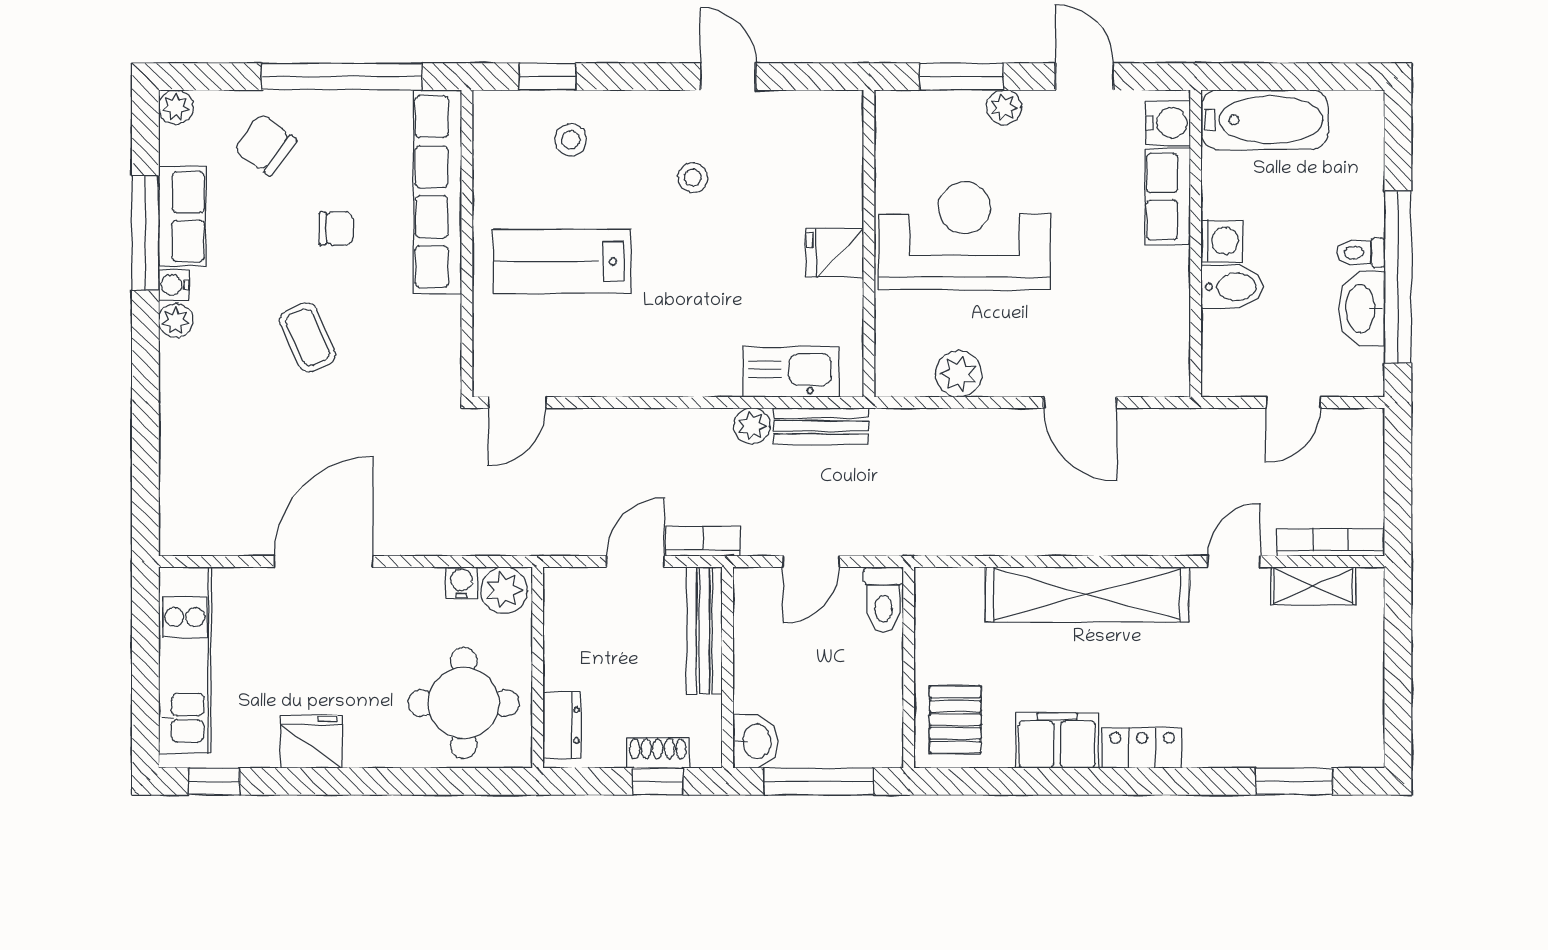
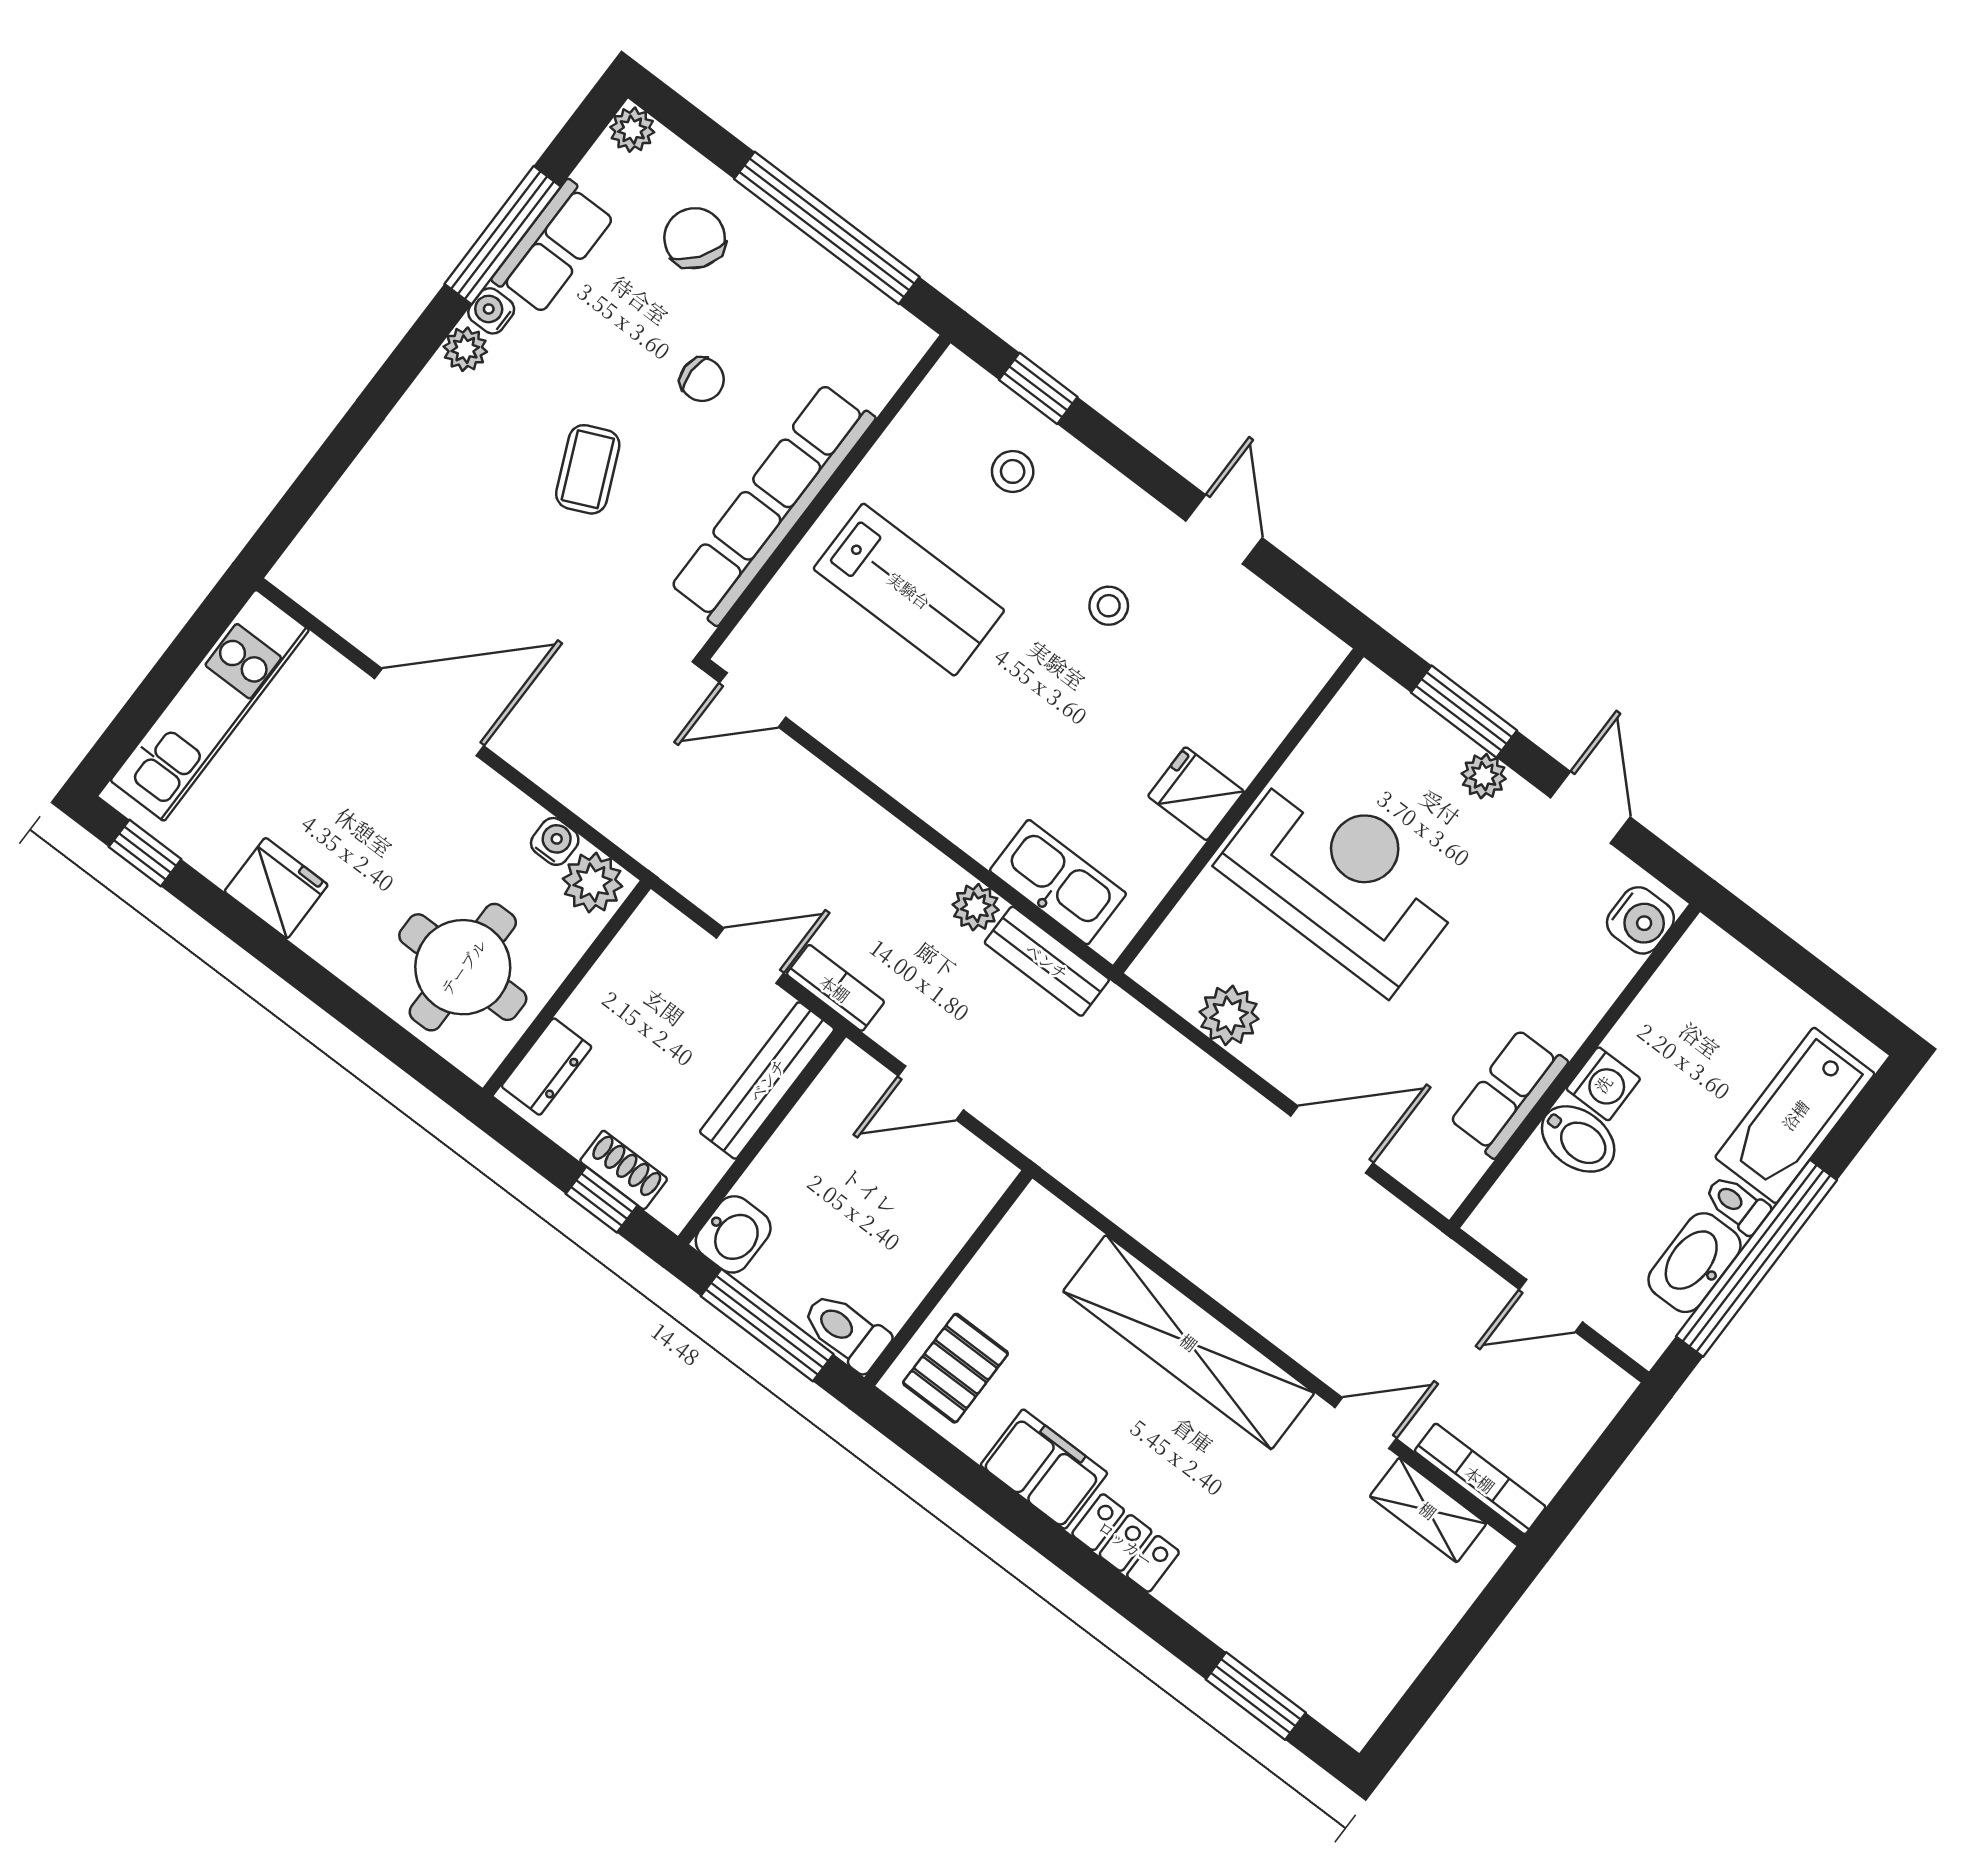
bathtub: (1265, 120) -> (1795, 1115), moved, turned 90
row of seats: (437, 192) -> (772, 504), moved
row of seats: (1167, 196) -> (1508, 1093), moved
lab bench: (562, 261) -> (909, 590), turned 180
door: (1080, 402) -> (1332, 1139), swing flipped
toilet: (883, 600) -> (846, 1331), moved, turned 90

